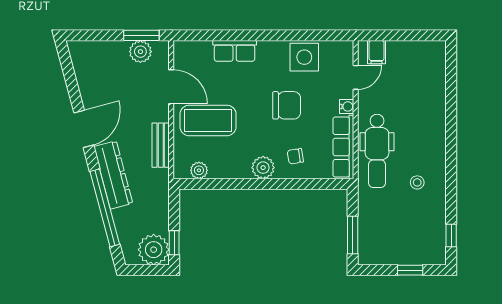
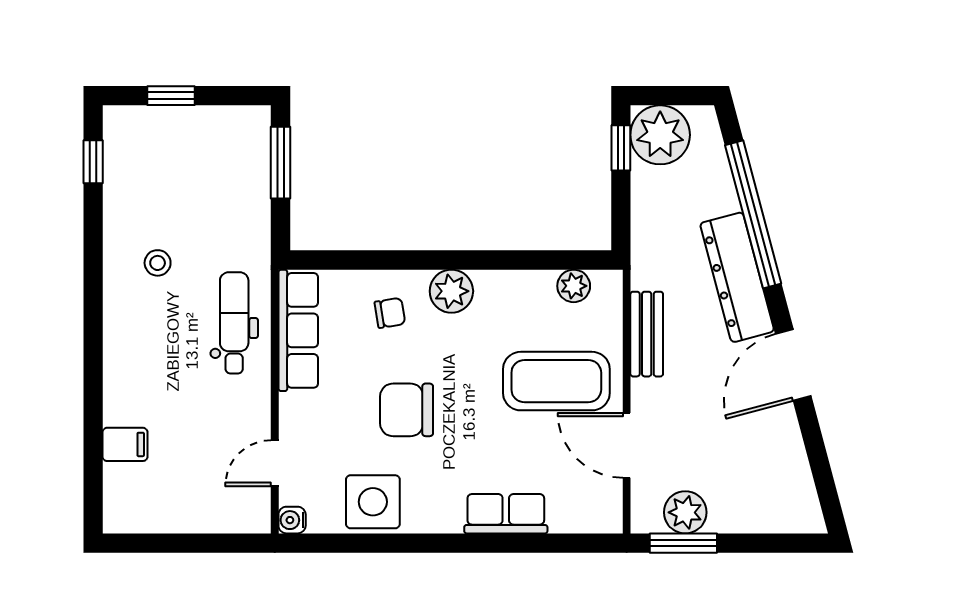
filing cabinet: (377, 52) -> (125, 444), moved, turned 90
water cooler: (347, 106) -> (292, 520), moved
dental chair: (377, 151) -> (234, 323), width x0.73, depth x0.72

